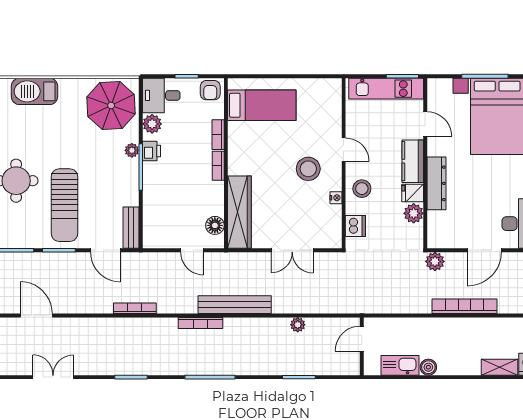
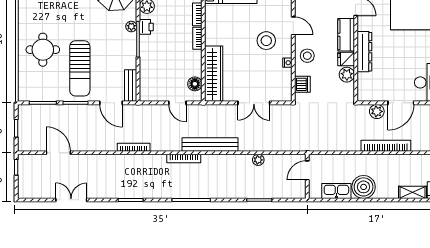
plant: (435, 261) -> (377, 111), moved
boiler: (428, 367) -> (364, 187), width x1.86, depth x1.86

